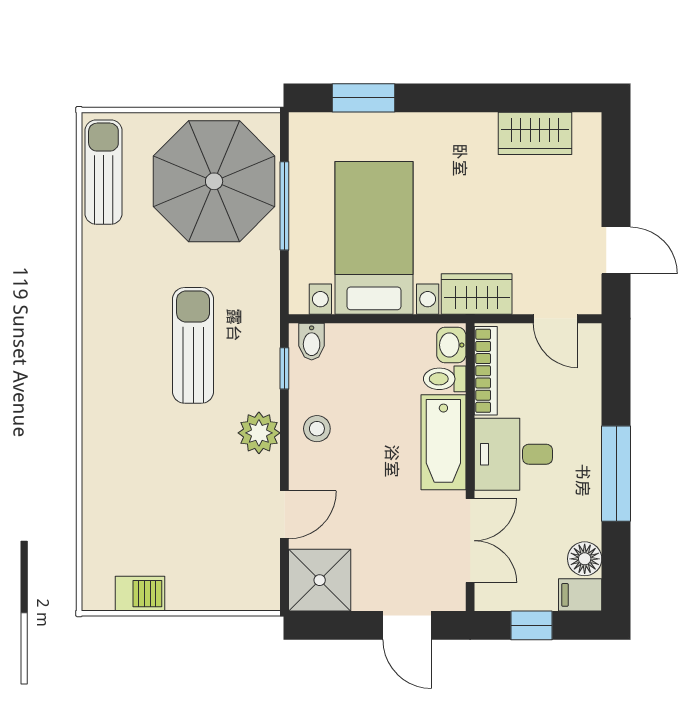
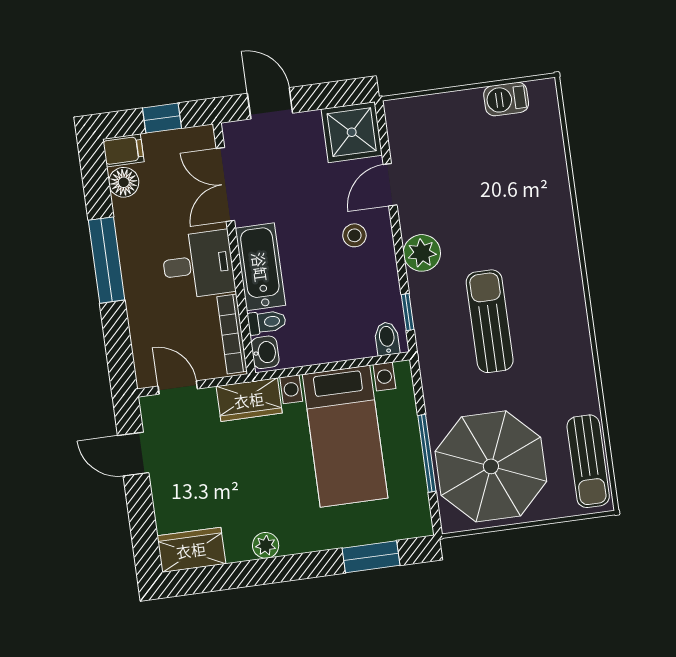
plant: (481, 127) -> (266, 545), added
wardrobe: (535, 133) -> (191, 550), moved
sun lounger: (193, 345) -> (490, 321), turned 180
stool: (317, 429) -> (354, 235), moved

